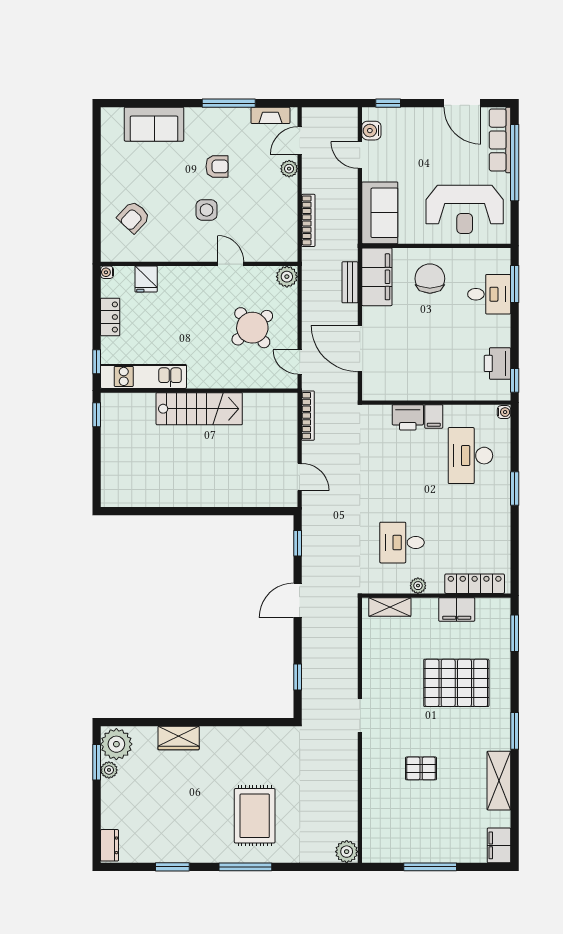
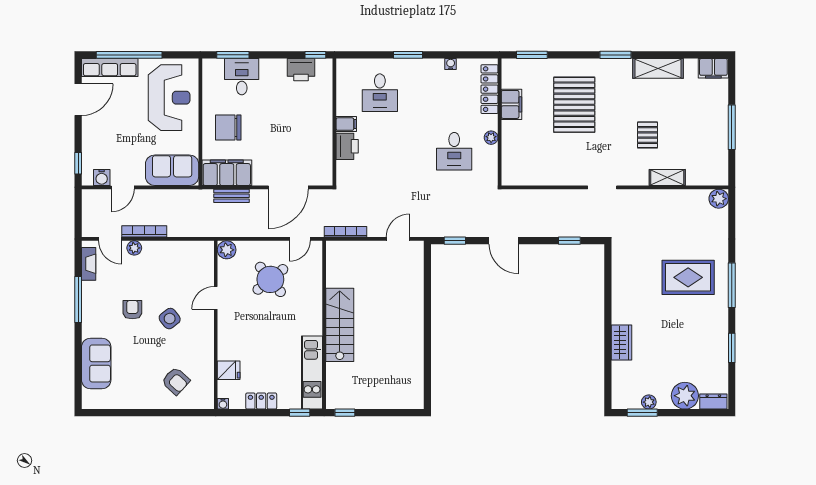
side table: (207, 210) -> (170, 319), turned -38
bookcase: (308, 220) -> (144, 231), moved
water cooler: (504, 412) -> (451, 64), moved
desk: (470, 456) -> (380, 93), width x0.73
shelving: (390, 607) -> (667, 178), moved, turned 90
plant: (116, 744) -> (685, 396), moved

